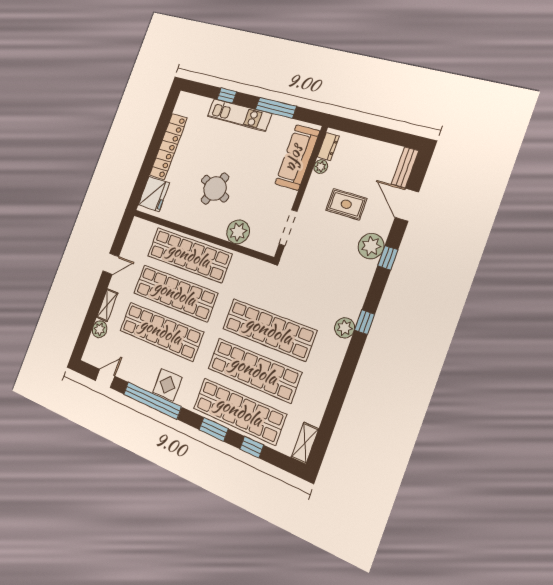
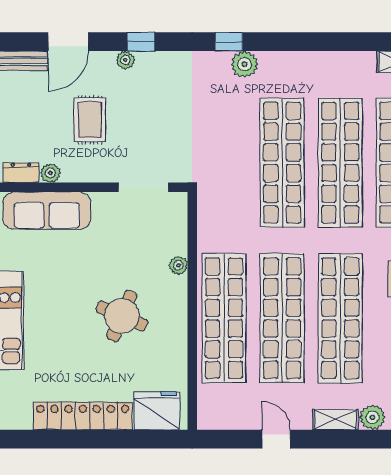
plant: (238, 232) -> (178, 265), width x0.53, depth x0.53
plant: (371, 246) -> (125, 60), width x0.53, depth x0.53

